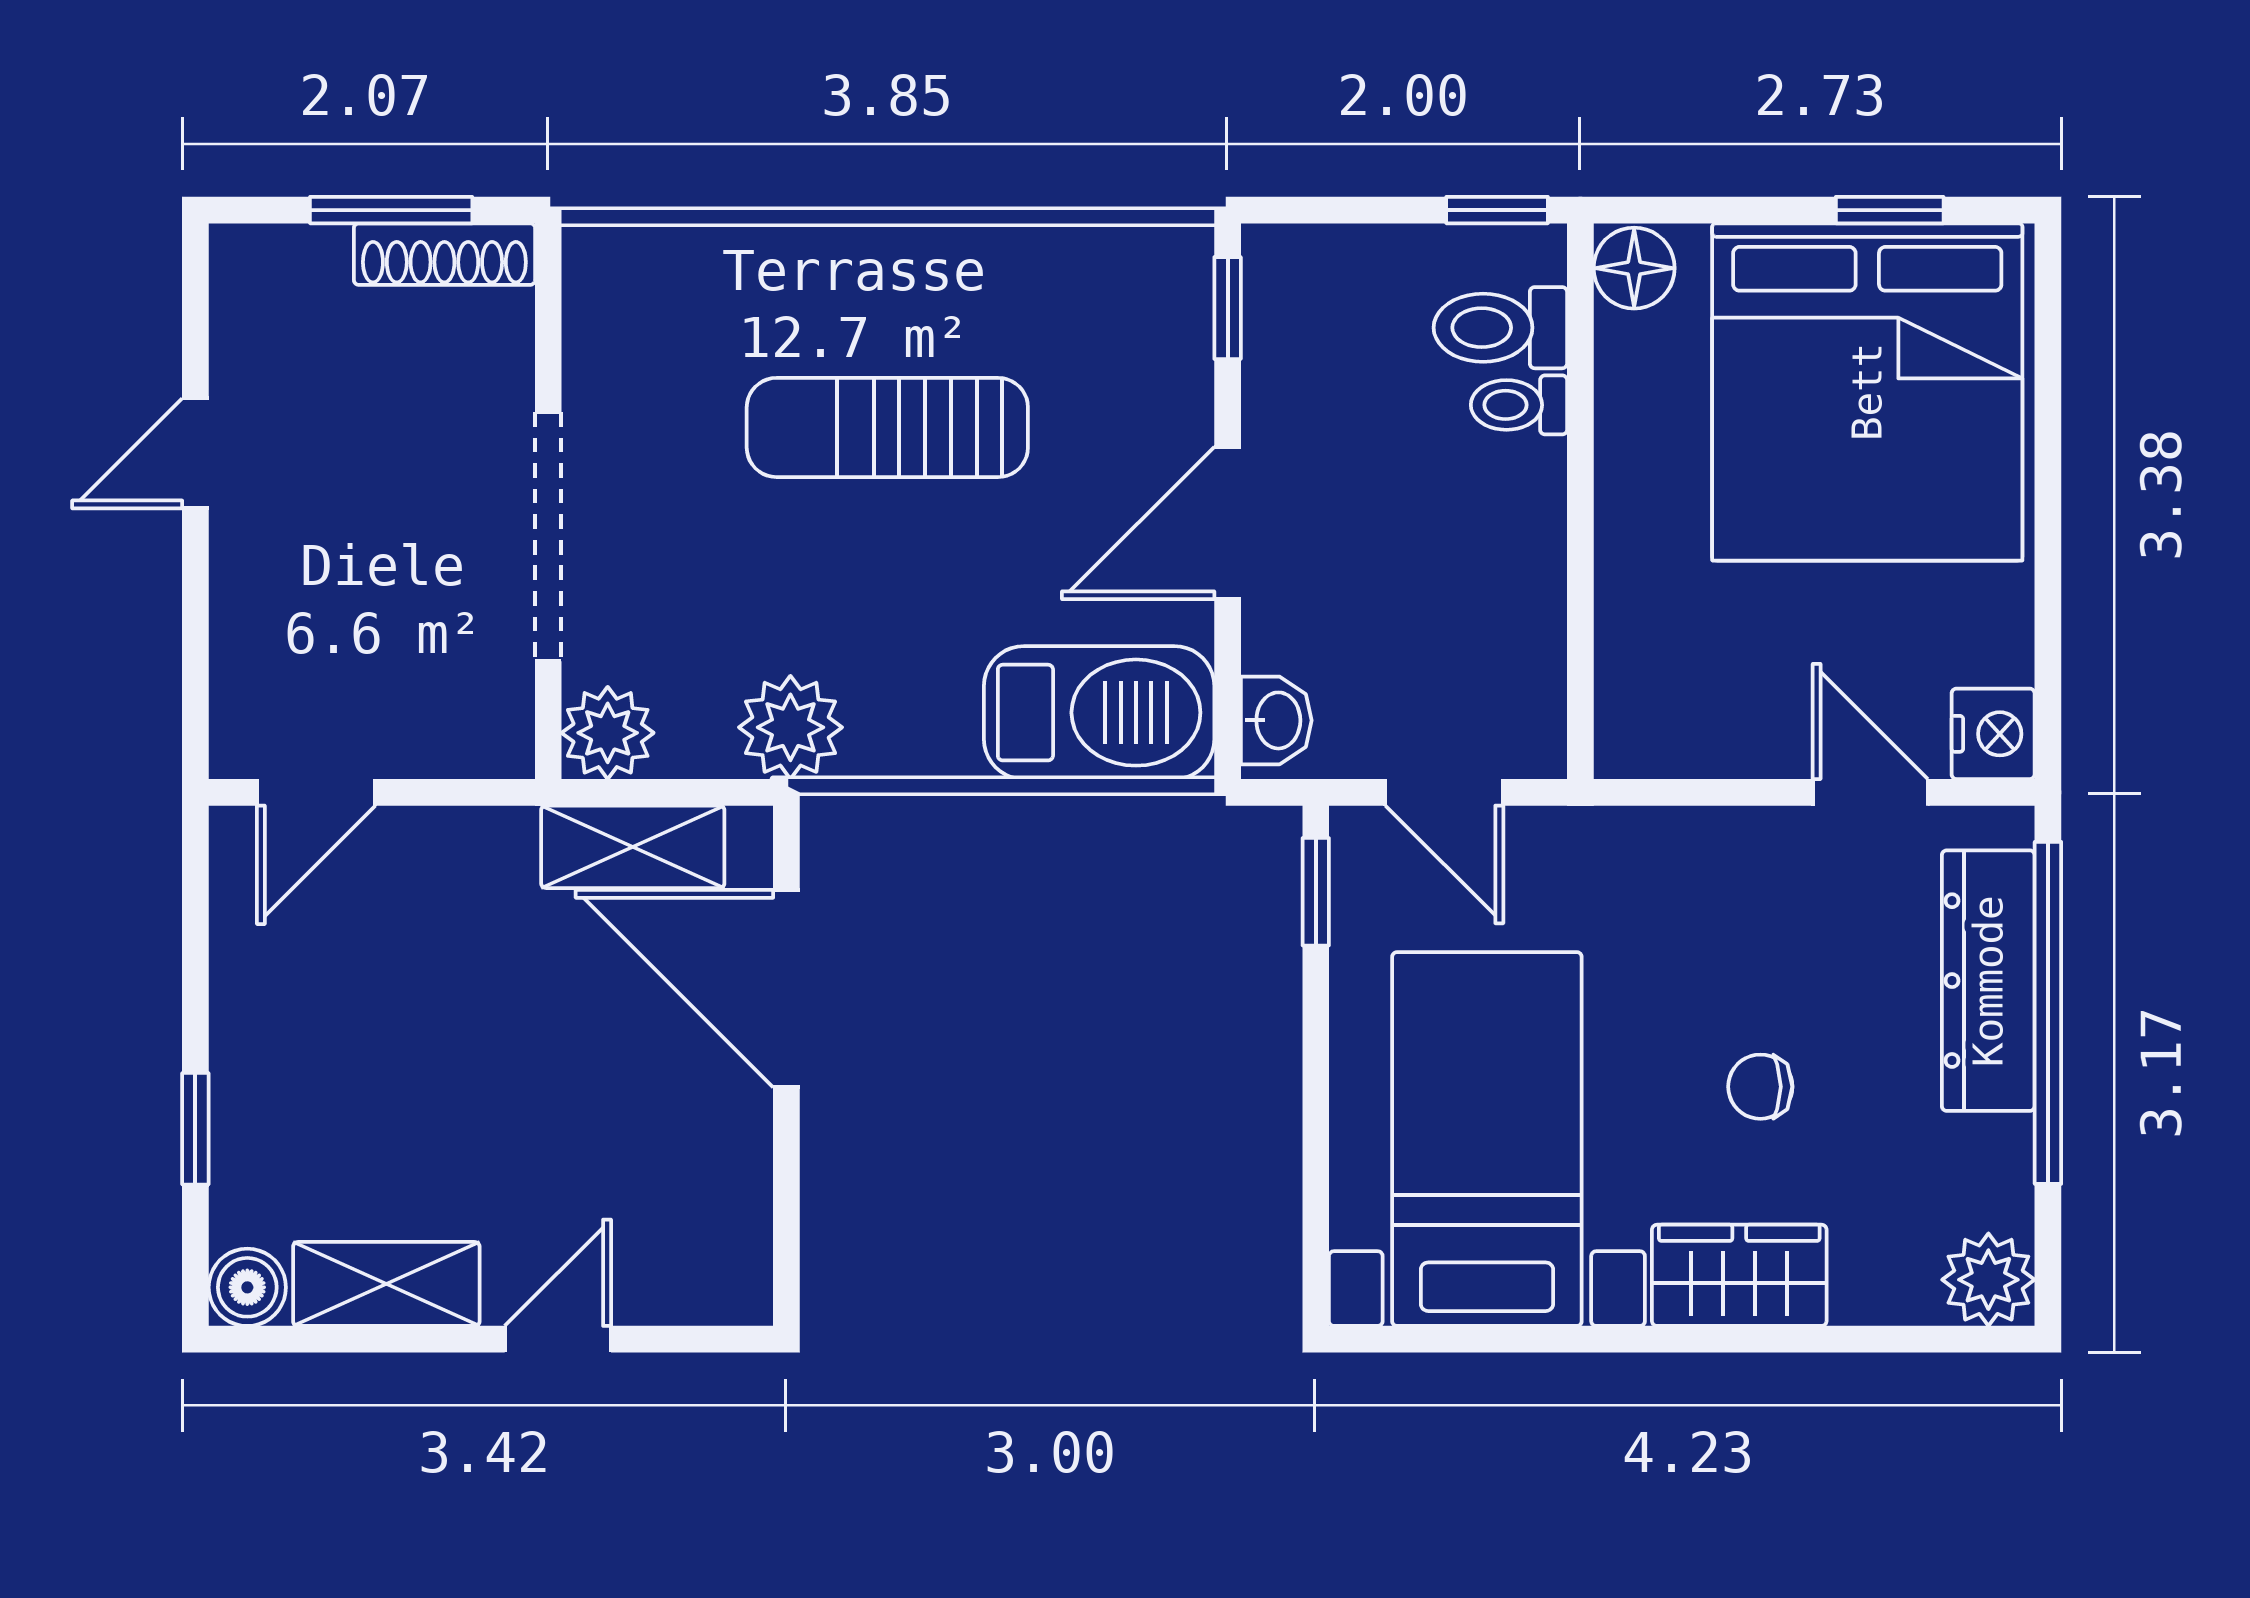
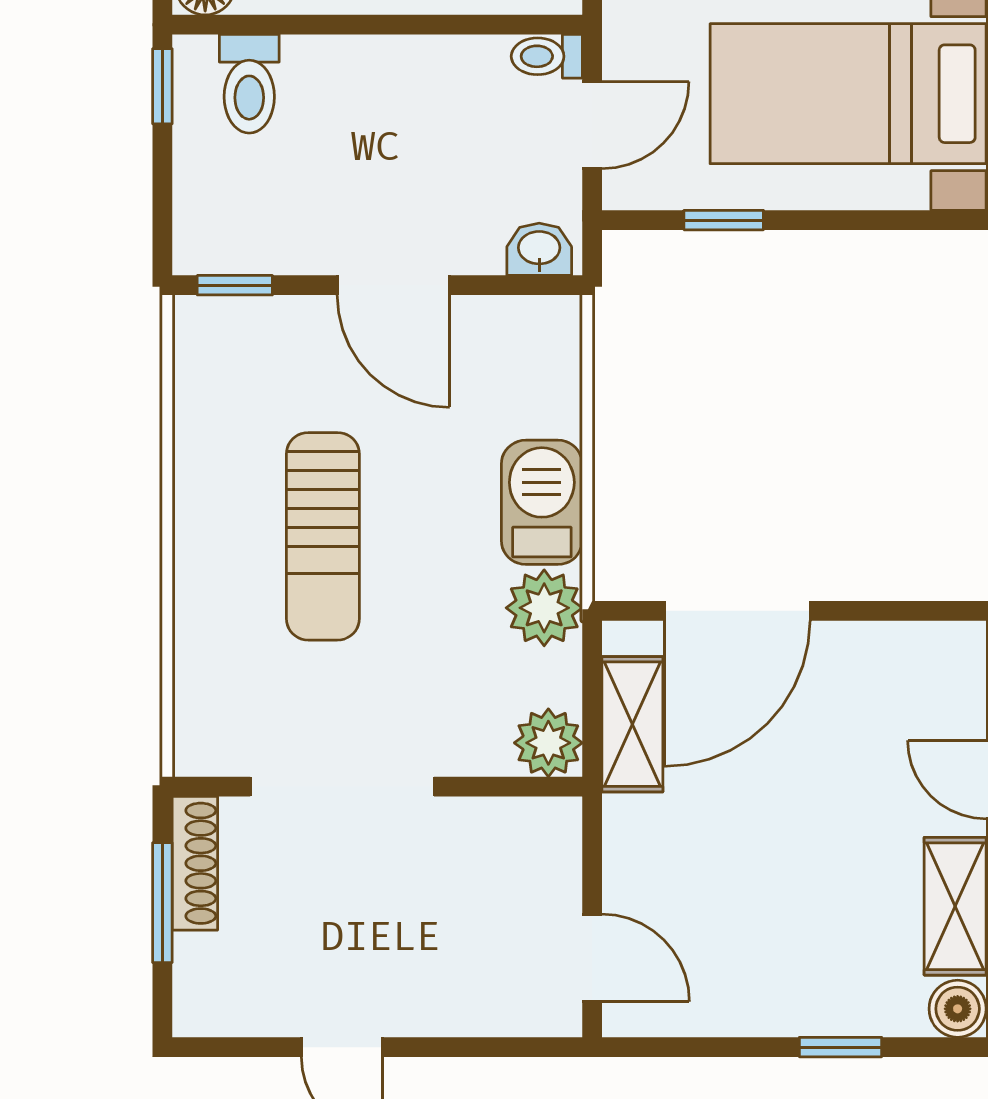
toilet: (1519, 405) -> (547, 56), moved, turned 90
doorway: (548, 537) -> (342, 787), moved
barbecue: (1099, 713) -> (542, 502), moved, width x0.73, depth x0.83
window: (1316, 892) -> (724, 220), moved

